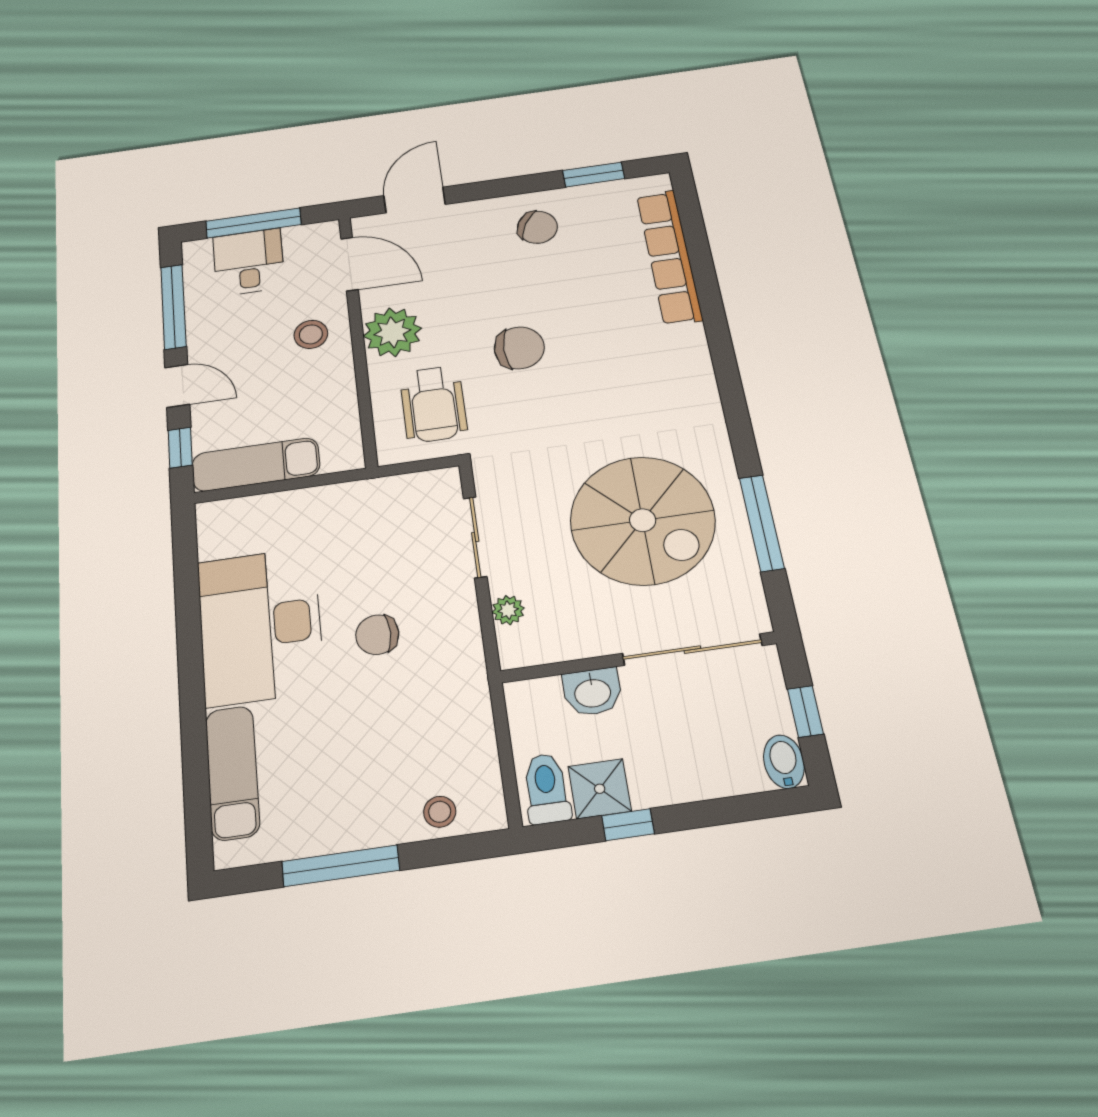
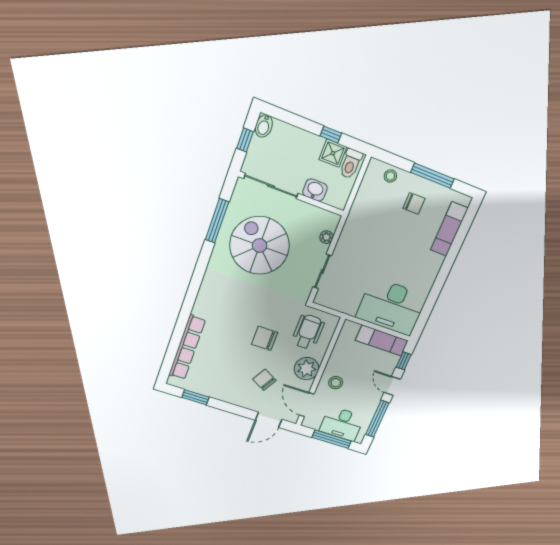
chair: (537, 227) -> (264, 380), moved
desk: (249, 262) -> (342, 424), width x1.37
desk: (260, 626) -> (392, 307), moved, turned 90
chair: (377, 635) -> (414, 203), moved

